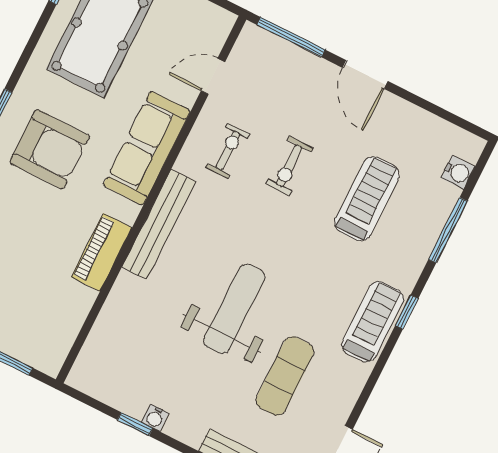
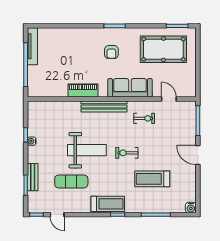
door: (365, 74) -> (198, 155), hinge flipped
armchair: (50, 149) -> (111, 52), width x0.53, depth x0.53
exercise bike: (289, 166) -> (127, 153), moved
water cooler: (458, 172) -> (191, 208), moved
treadmill: (367, 199) -> (152, 179), turned 180

